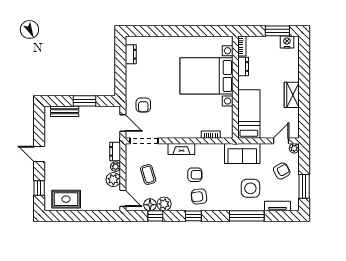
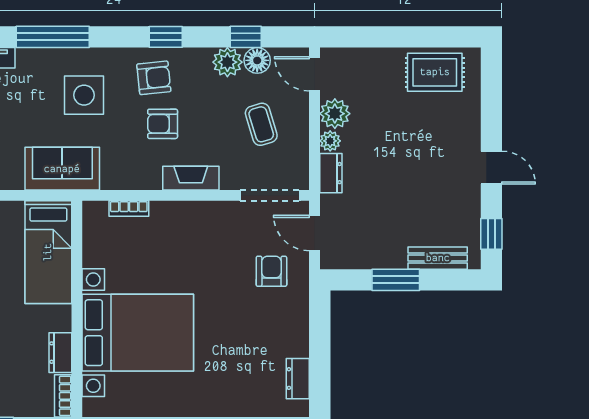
window: (39, 188) -> (491, 234), moved
side table: (250, 188) -> (84, 95), moved

